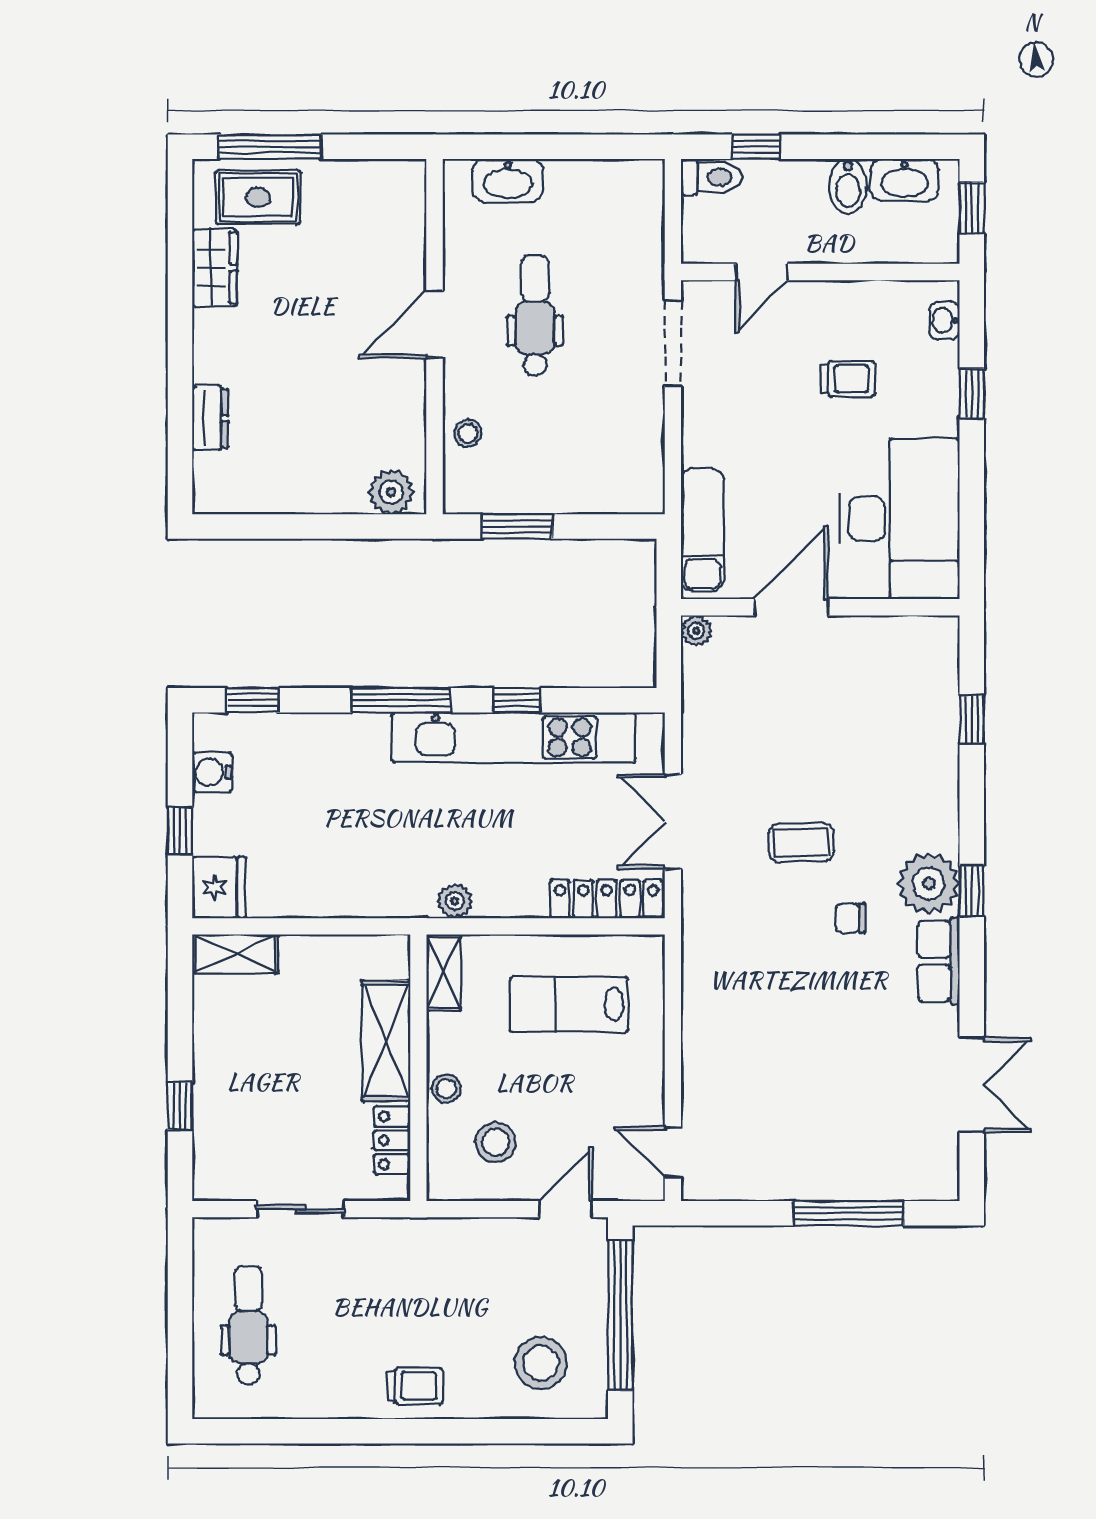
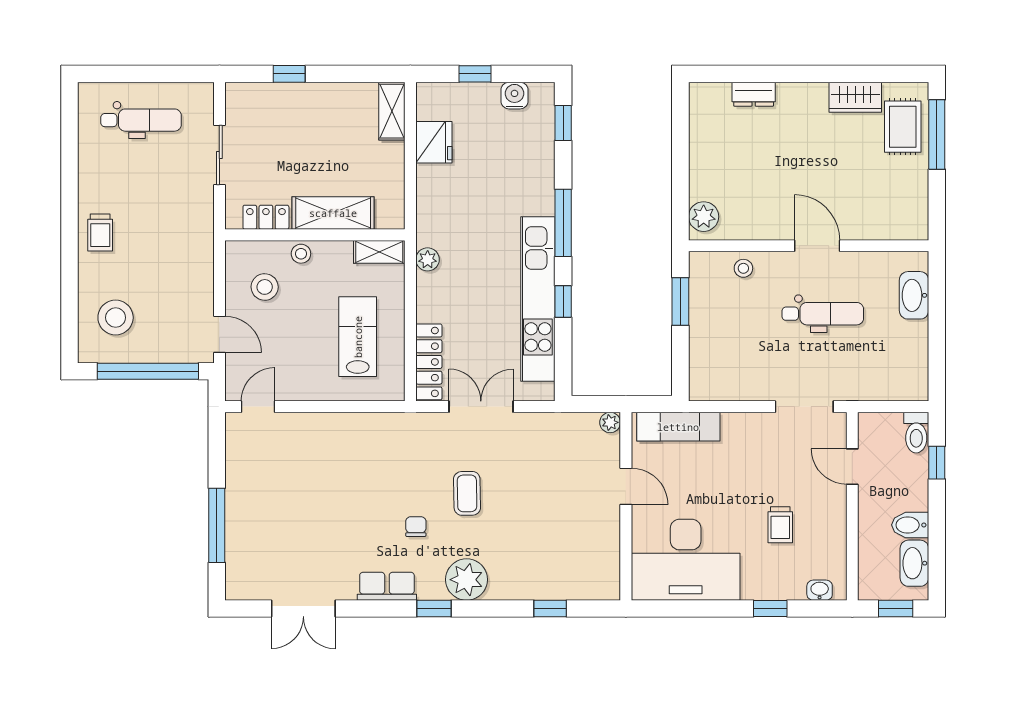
door: (791, 607) -> (626, 486), width x0.73
plant: (929, 883) -> (467, 580), moved
fridge: (219, 887) -> (434, 142), moved, turned -90

